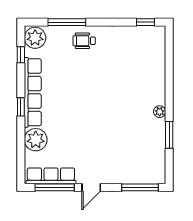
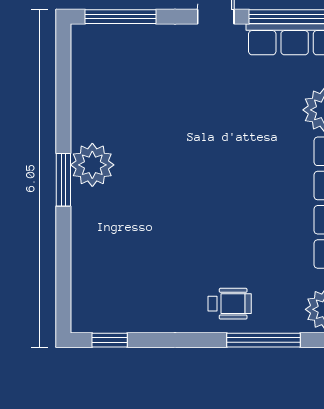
plant: (160, 112) -> (92, 165), width x1.87, depth x1.87
window: (169, 135) -> (63, 180), moved

